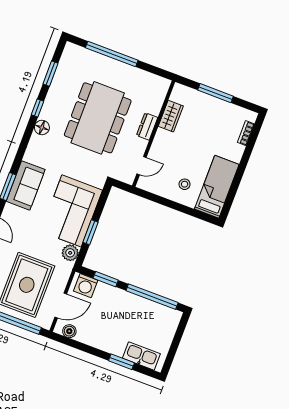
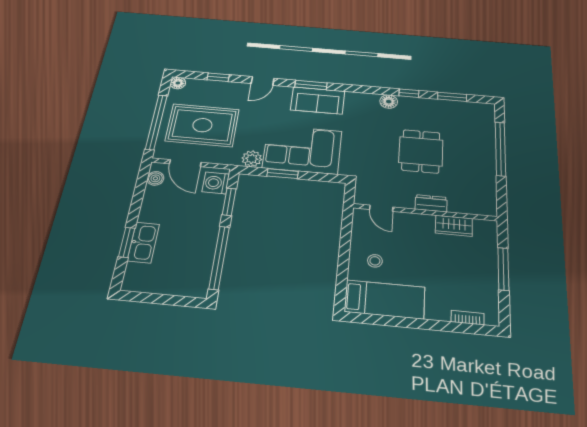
dining table: (98, 118) -> (421, 151), width x0.53, depth x0.80
kitchen sink: (141, 356) -> (143, 242), moved

